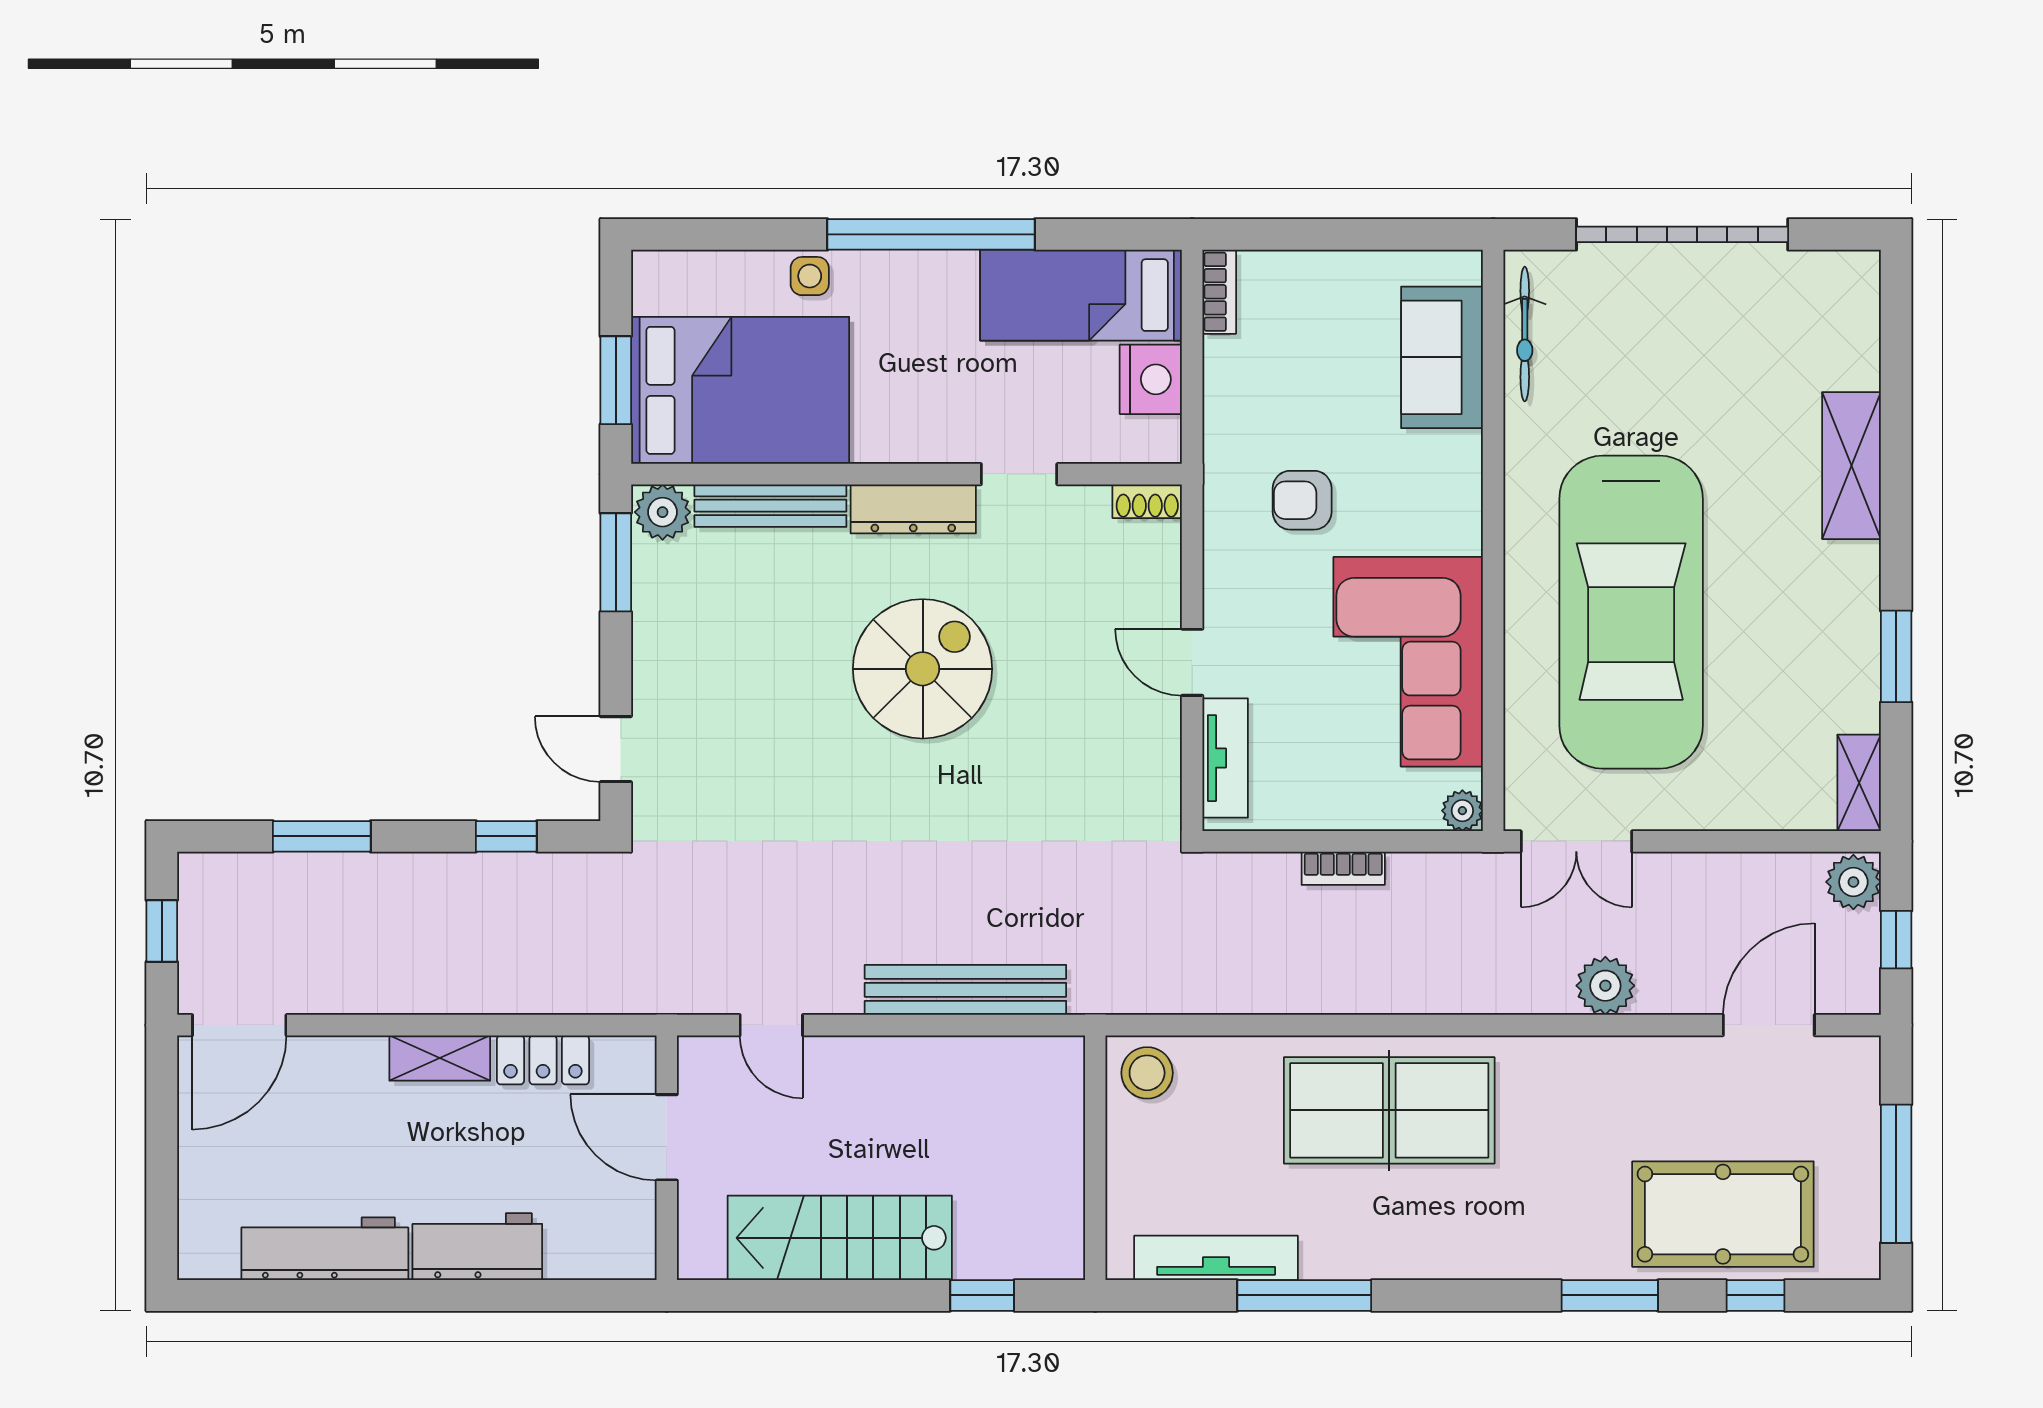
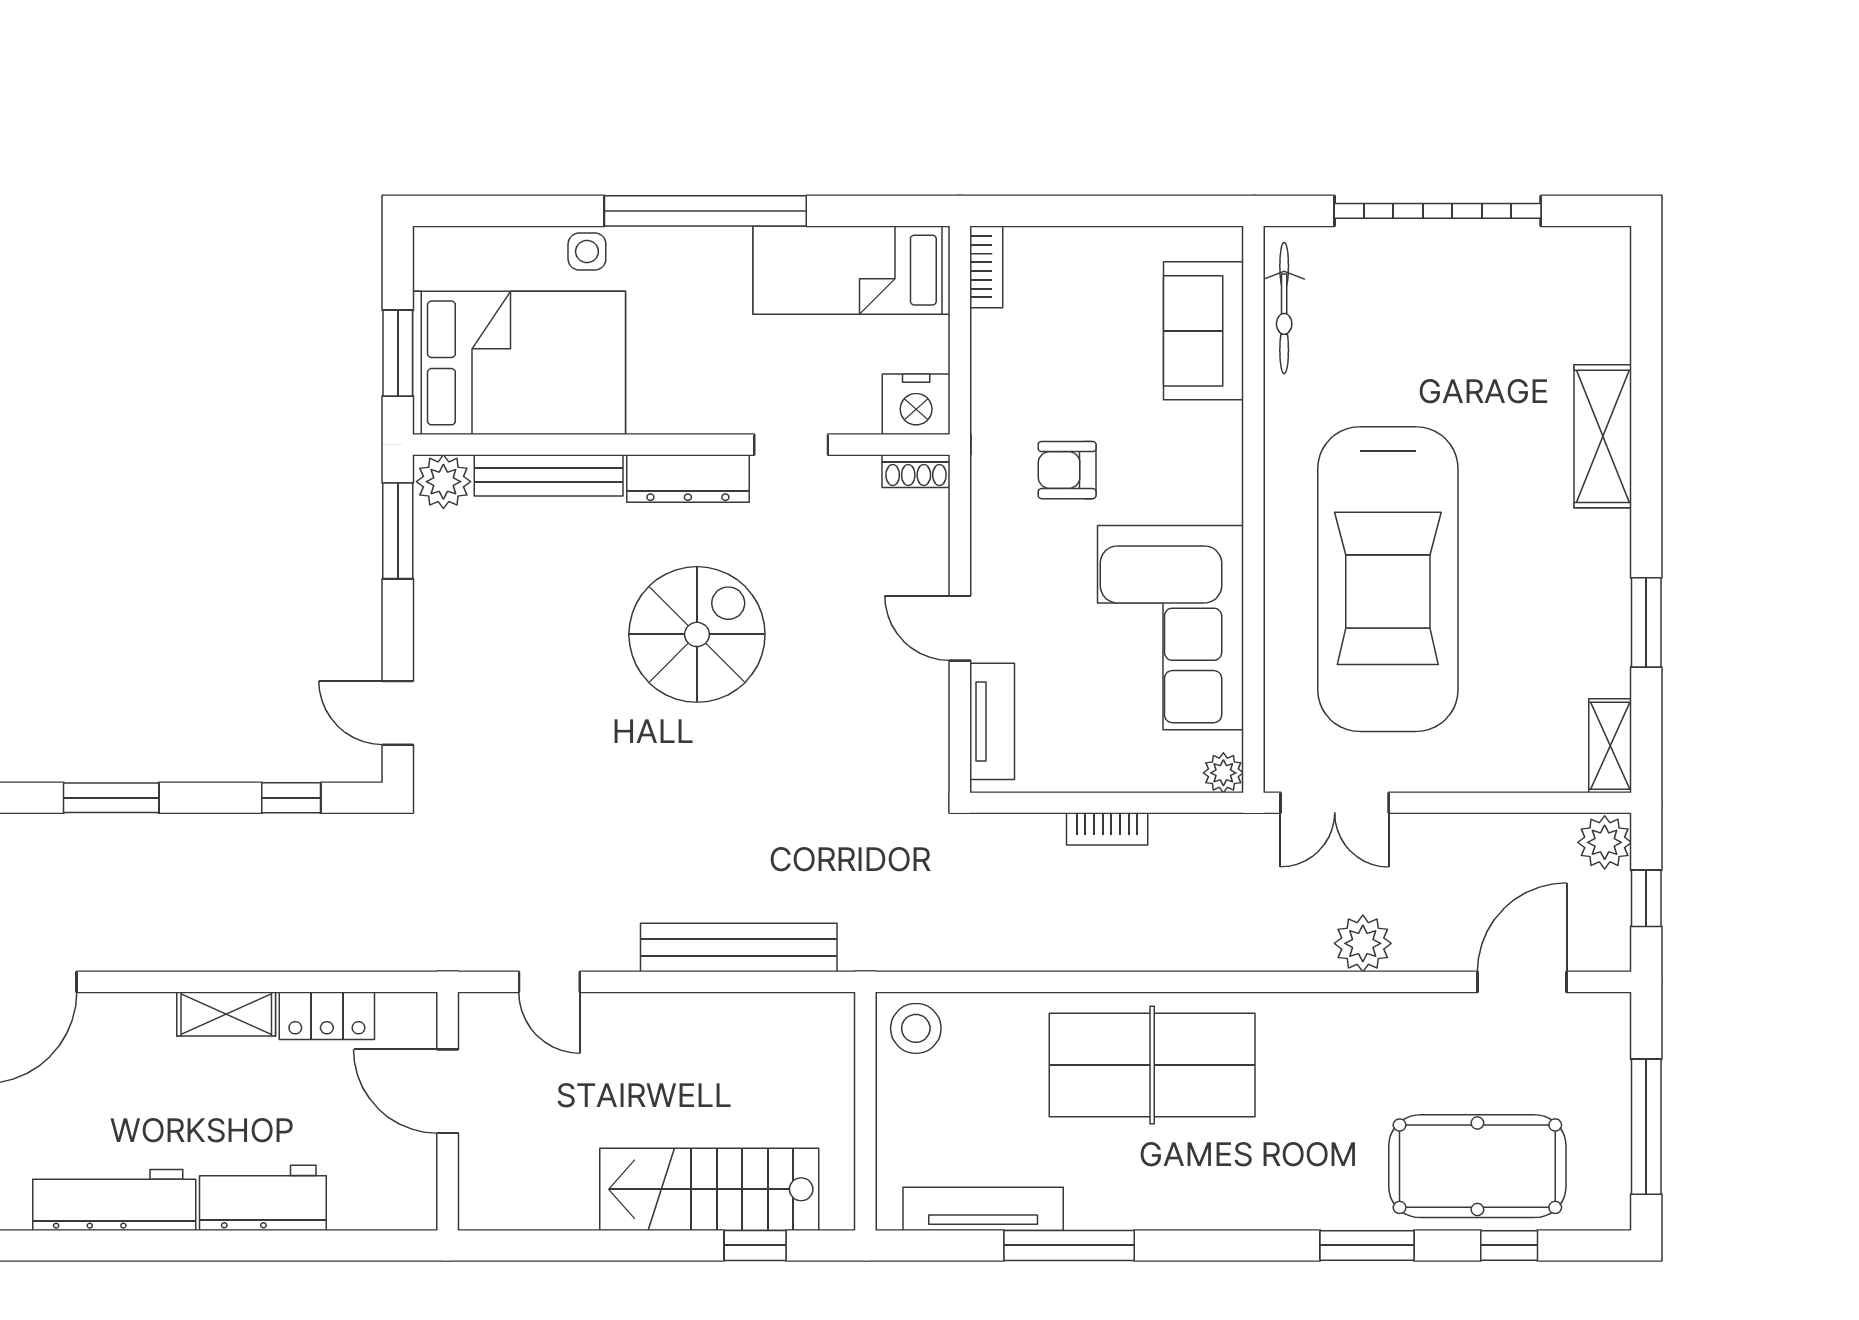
nightstand: (1151, 379) -> (916, 404), moved, turned 90
stairs: (840, 1238) -> (709, 1189), moved

